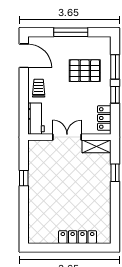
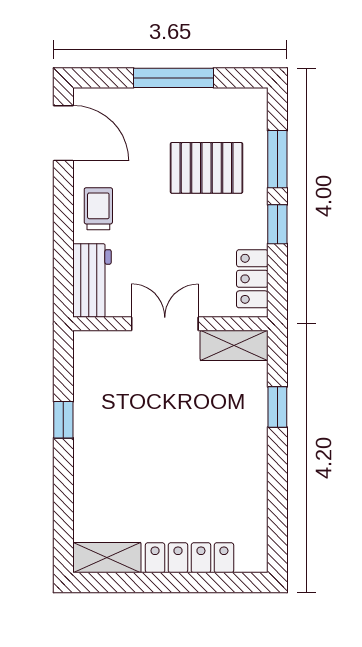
shelving: (42, 237) -> (107, 558), added

